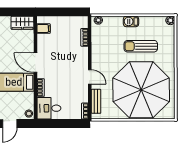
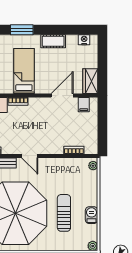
barbecue: (131, 21) -> (92, 215), moved
door: (35, 63) -> (62, 96), moved
door: (90, 77) -> (30, 156), hinge flipped

